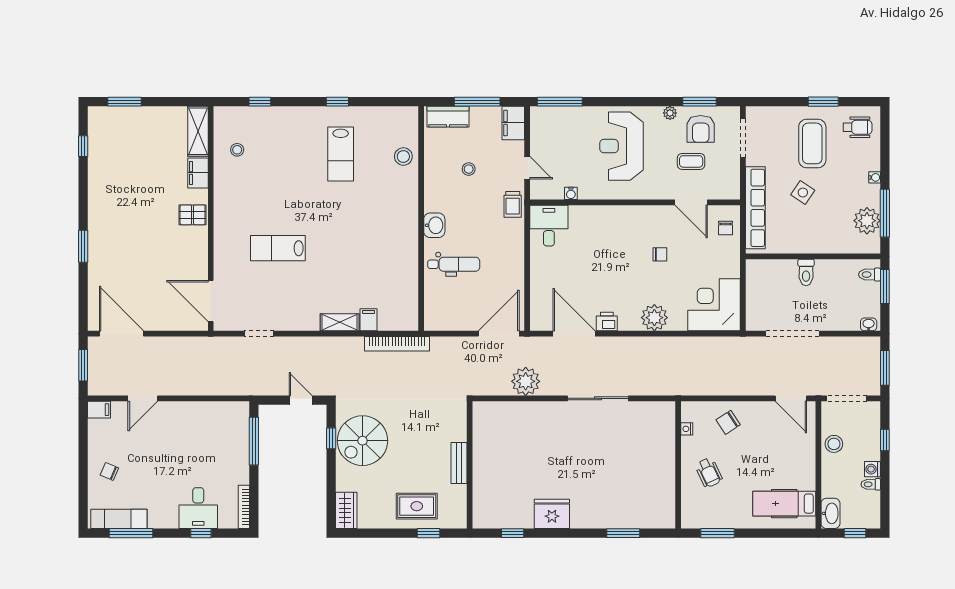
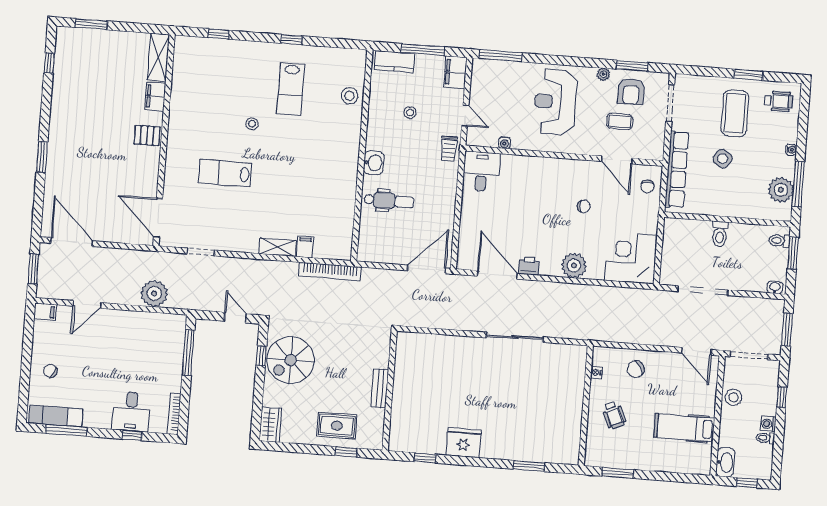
stool: (237, 150) -> (252, 124), moved
plant: (526, 381) -> (154, 294), moved
hospital bed: (784, 504) -> (684, 428), moved

